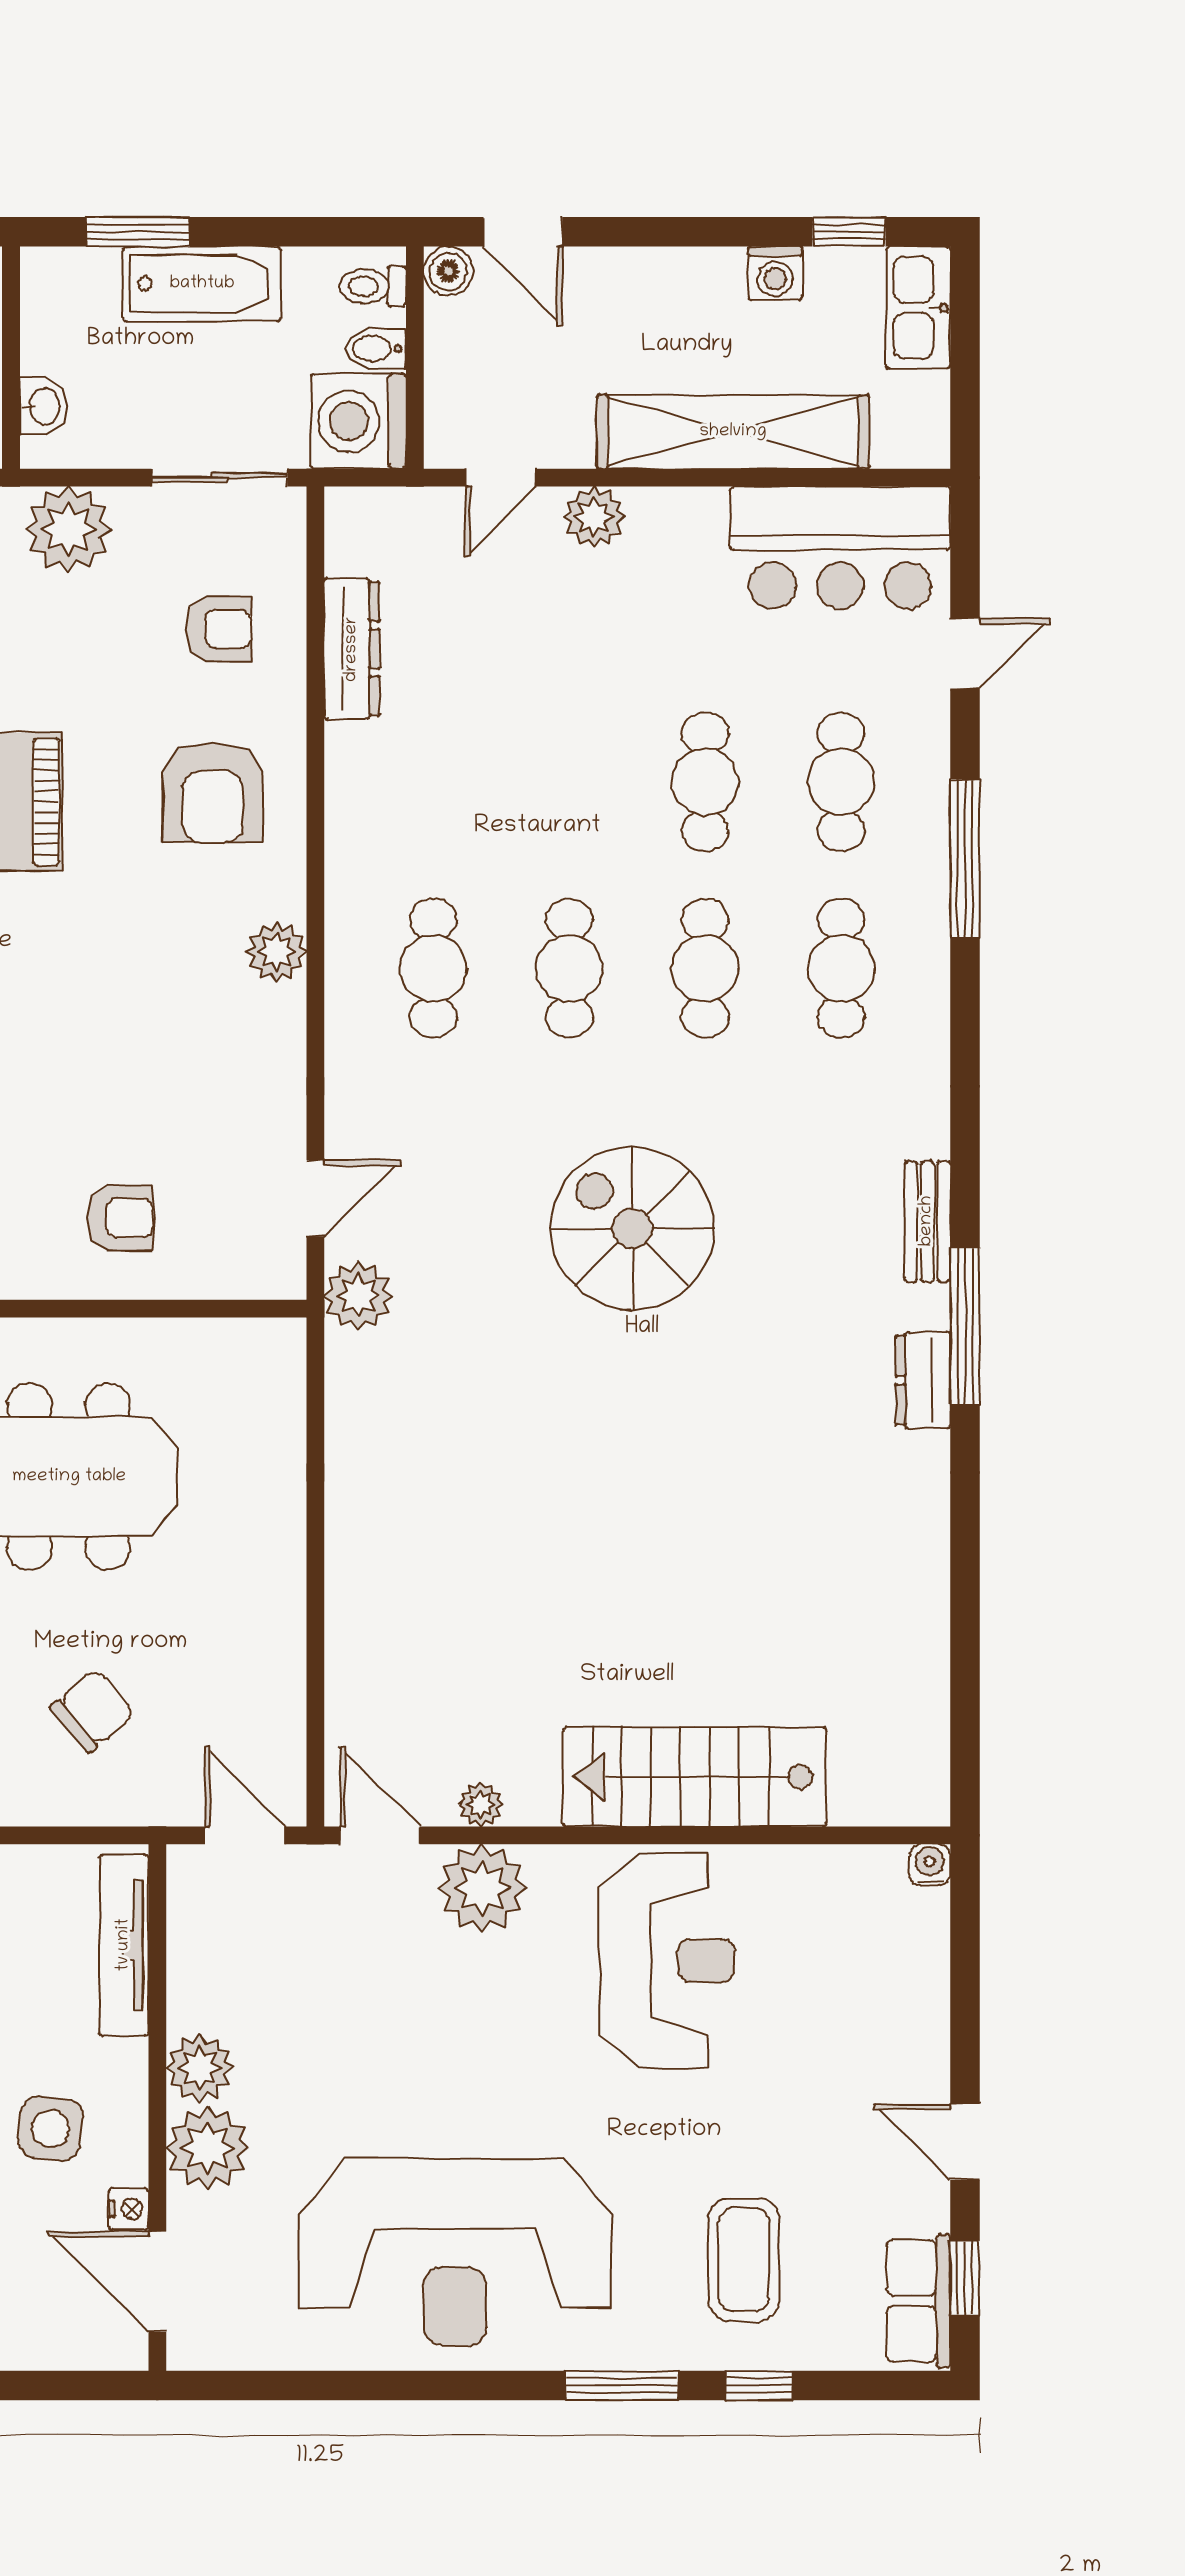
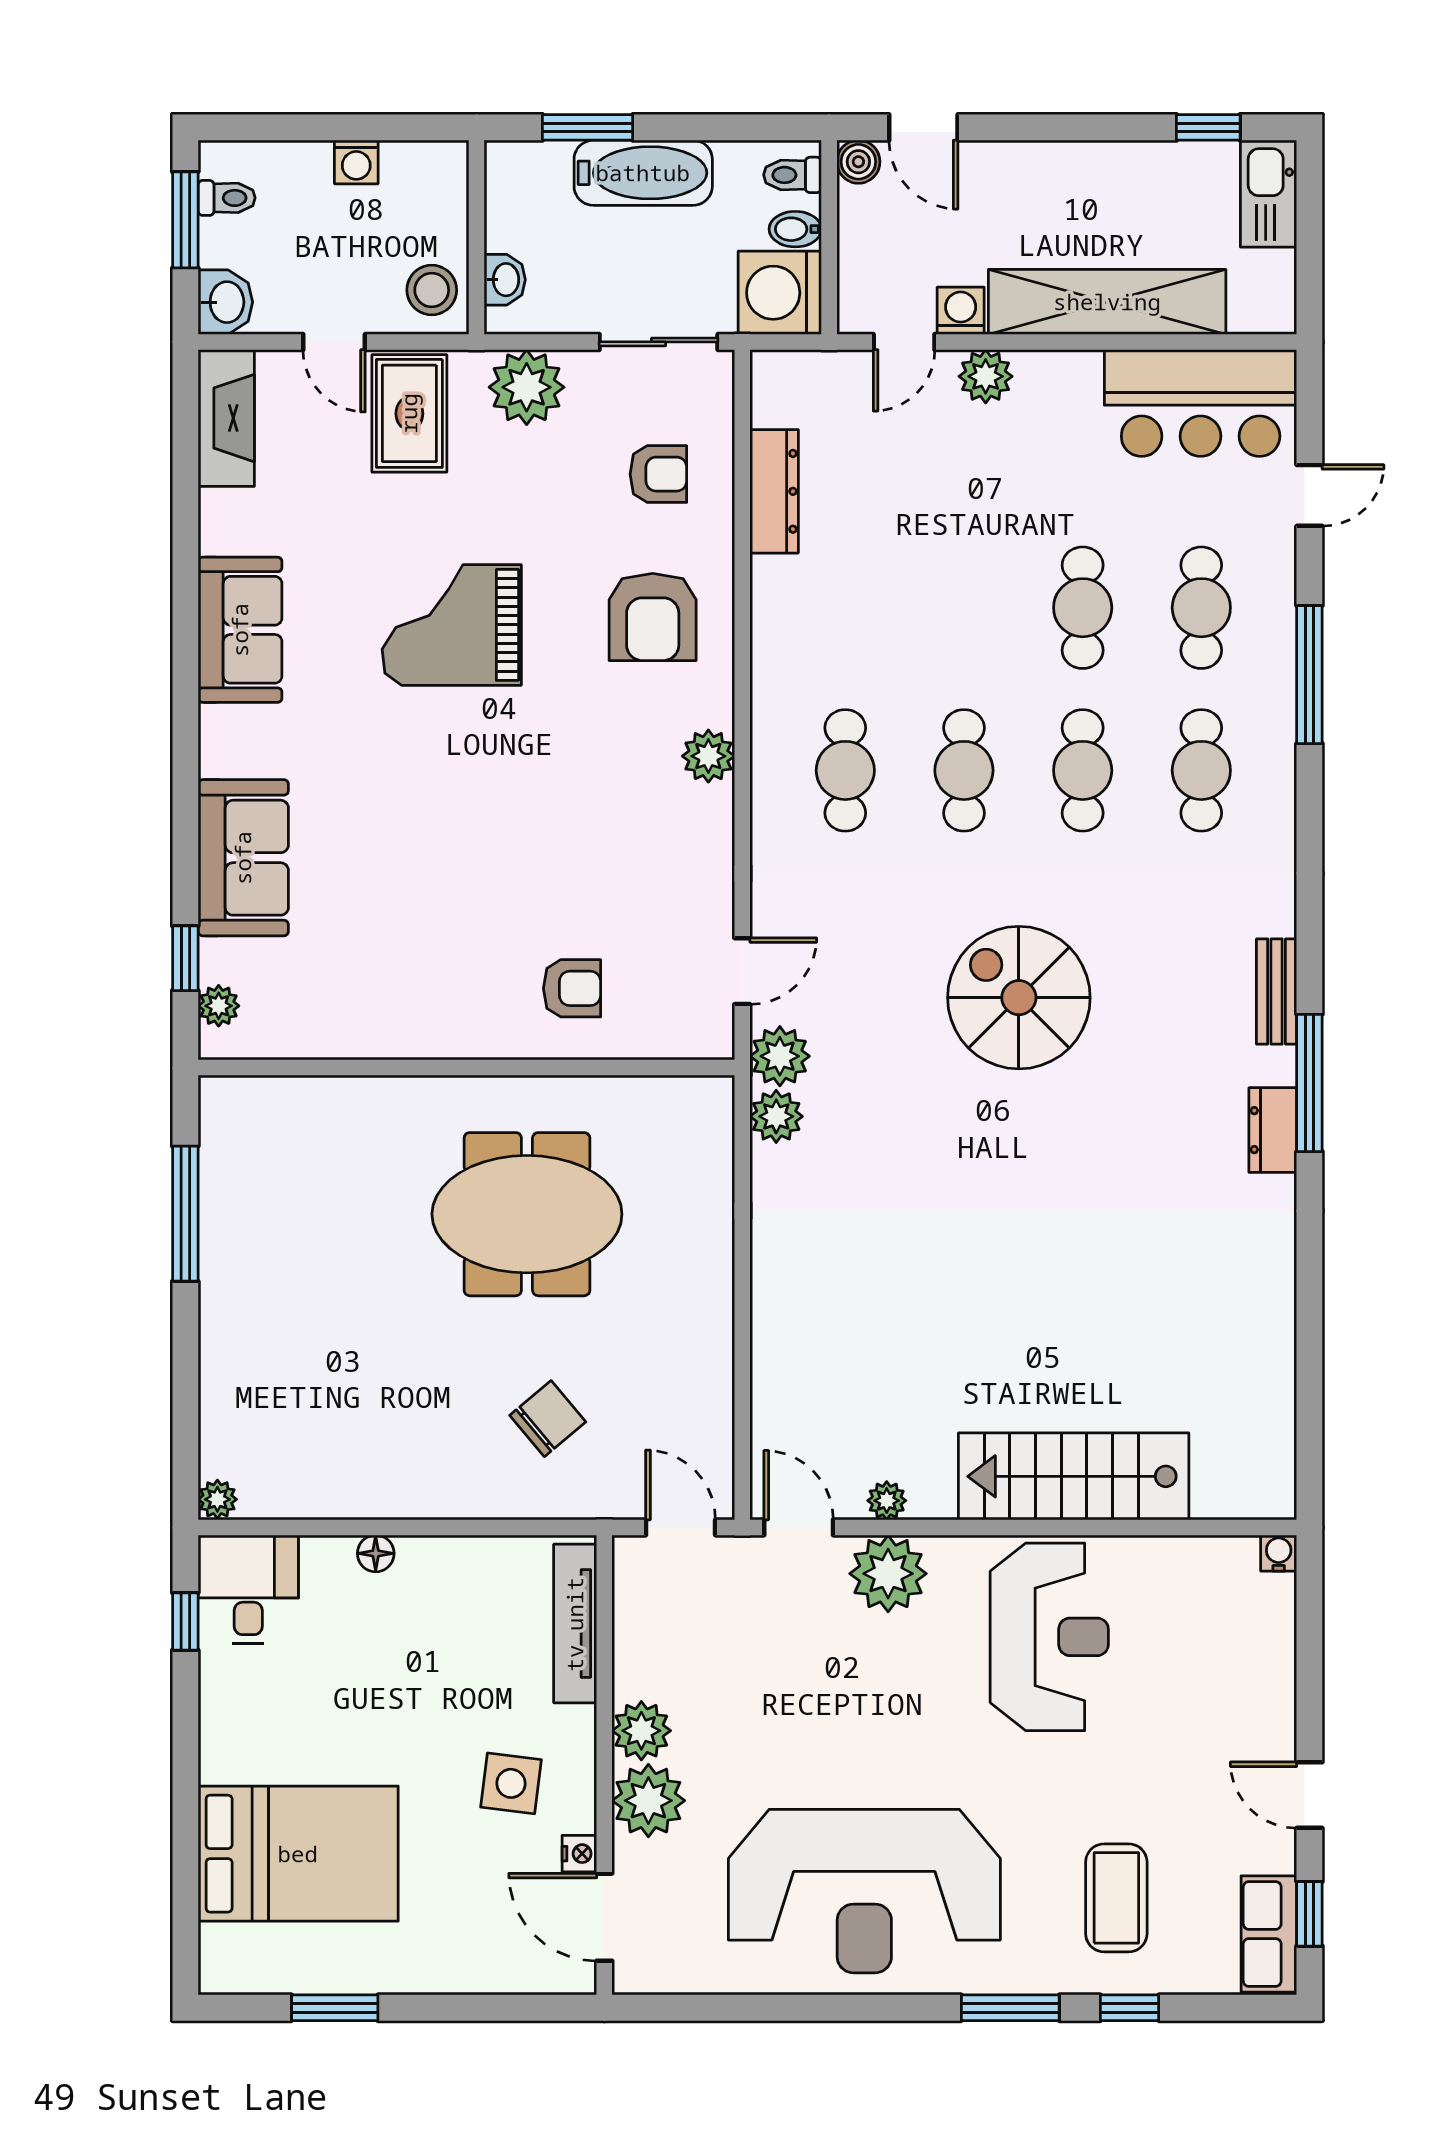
washing machine: (775, 273) -> (961, 311), moved, turned 180
plant: (354, 1365) -> (776, 1116), added

